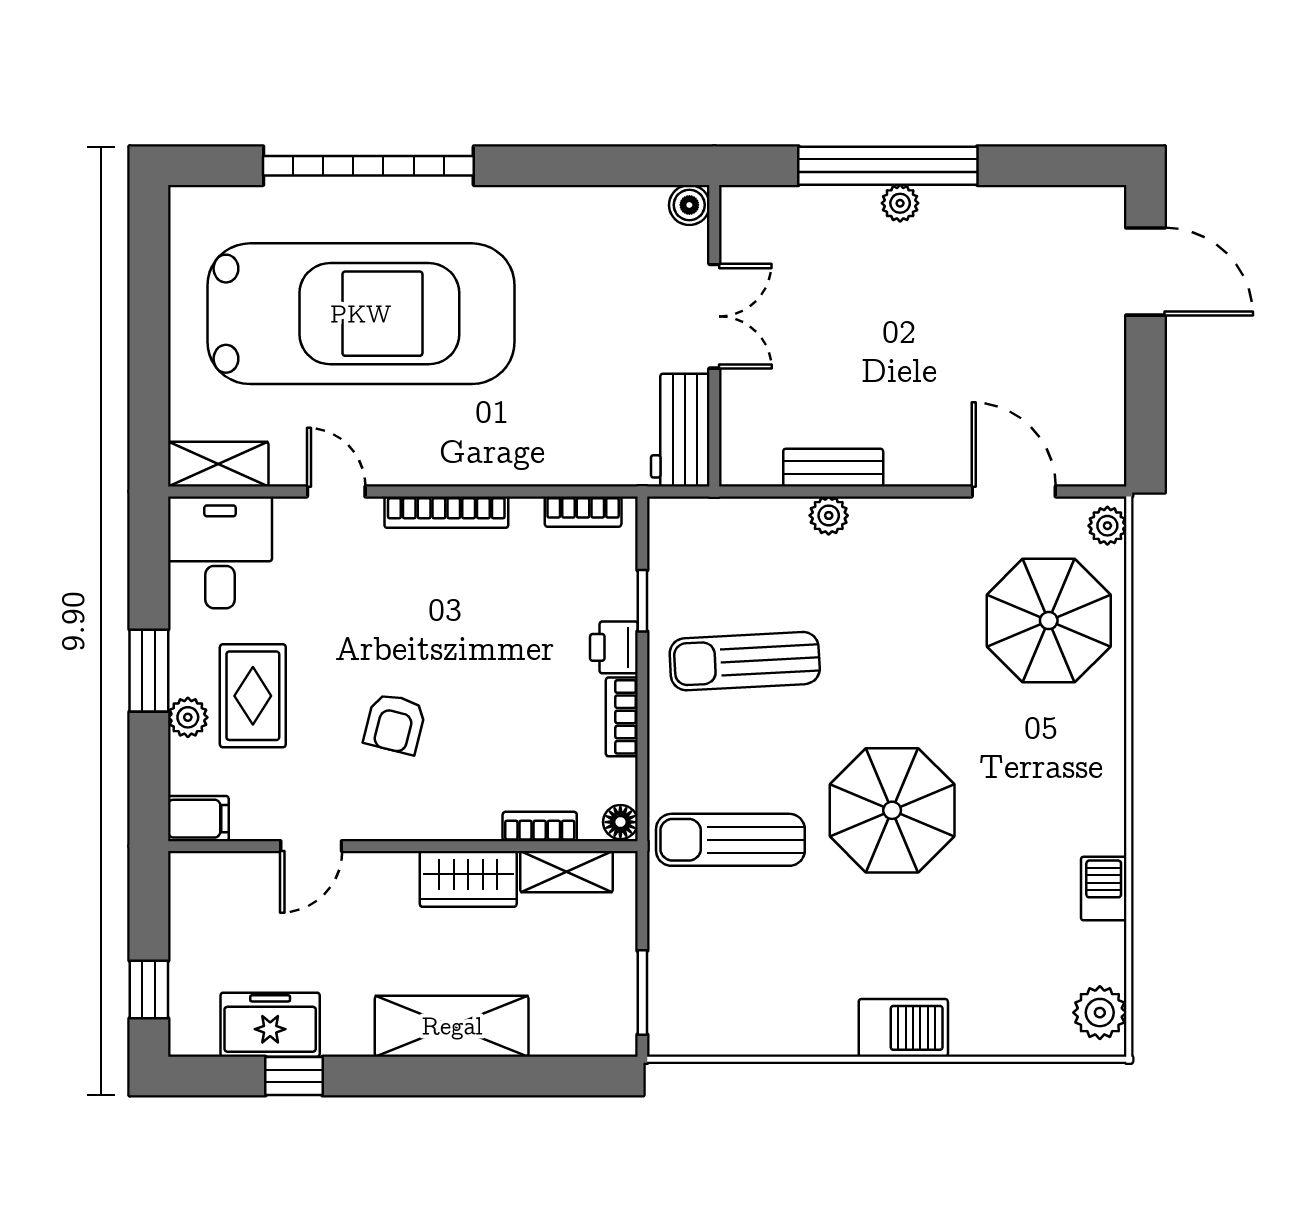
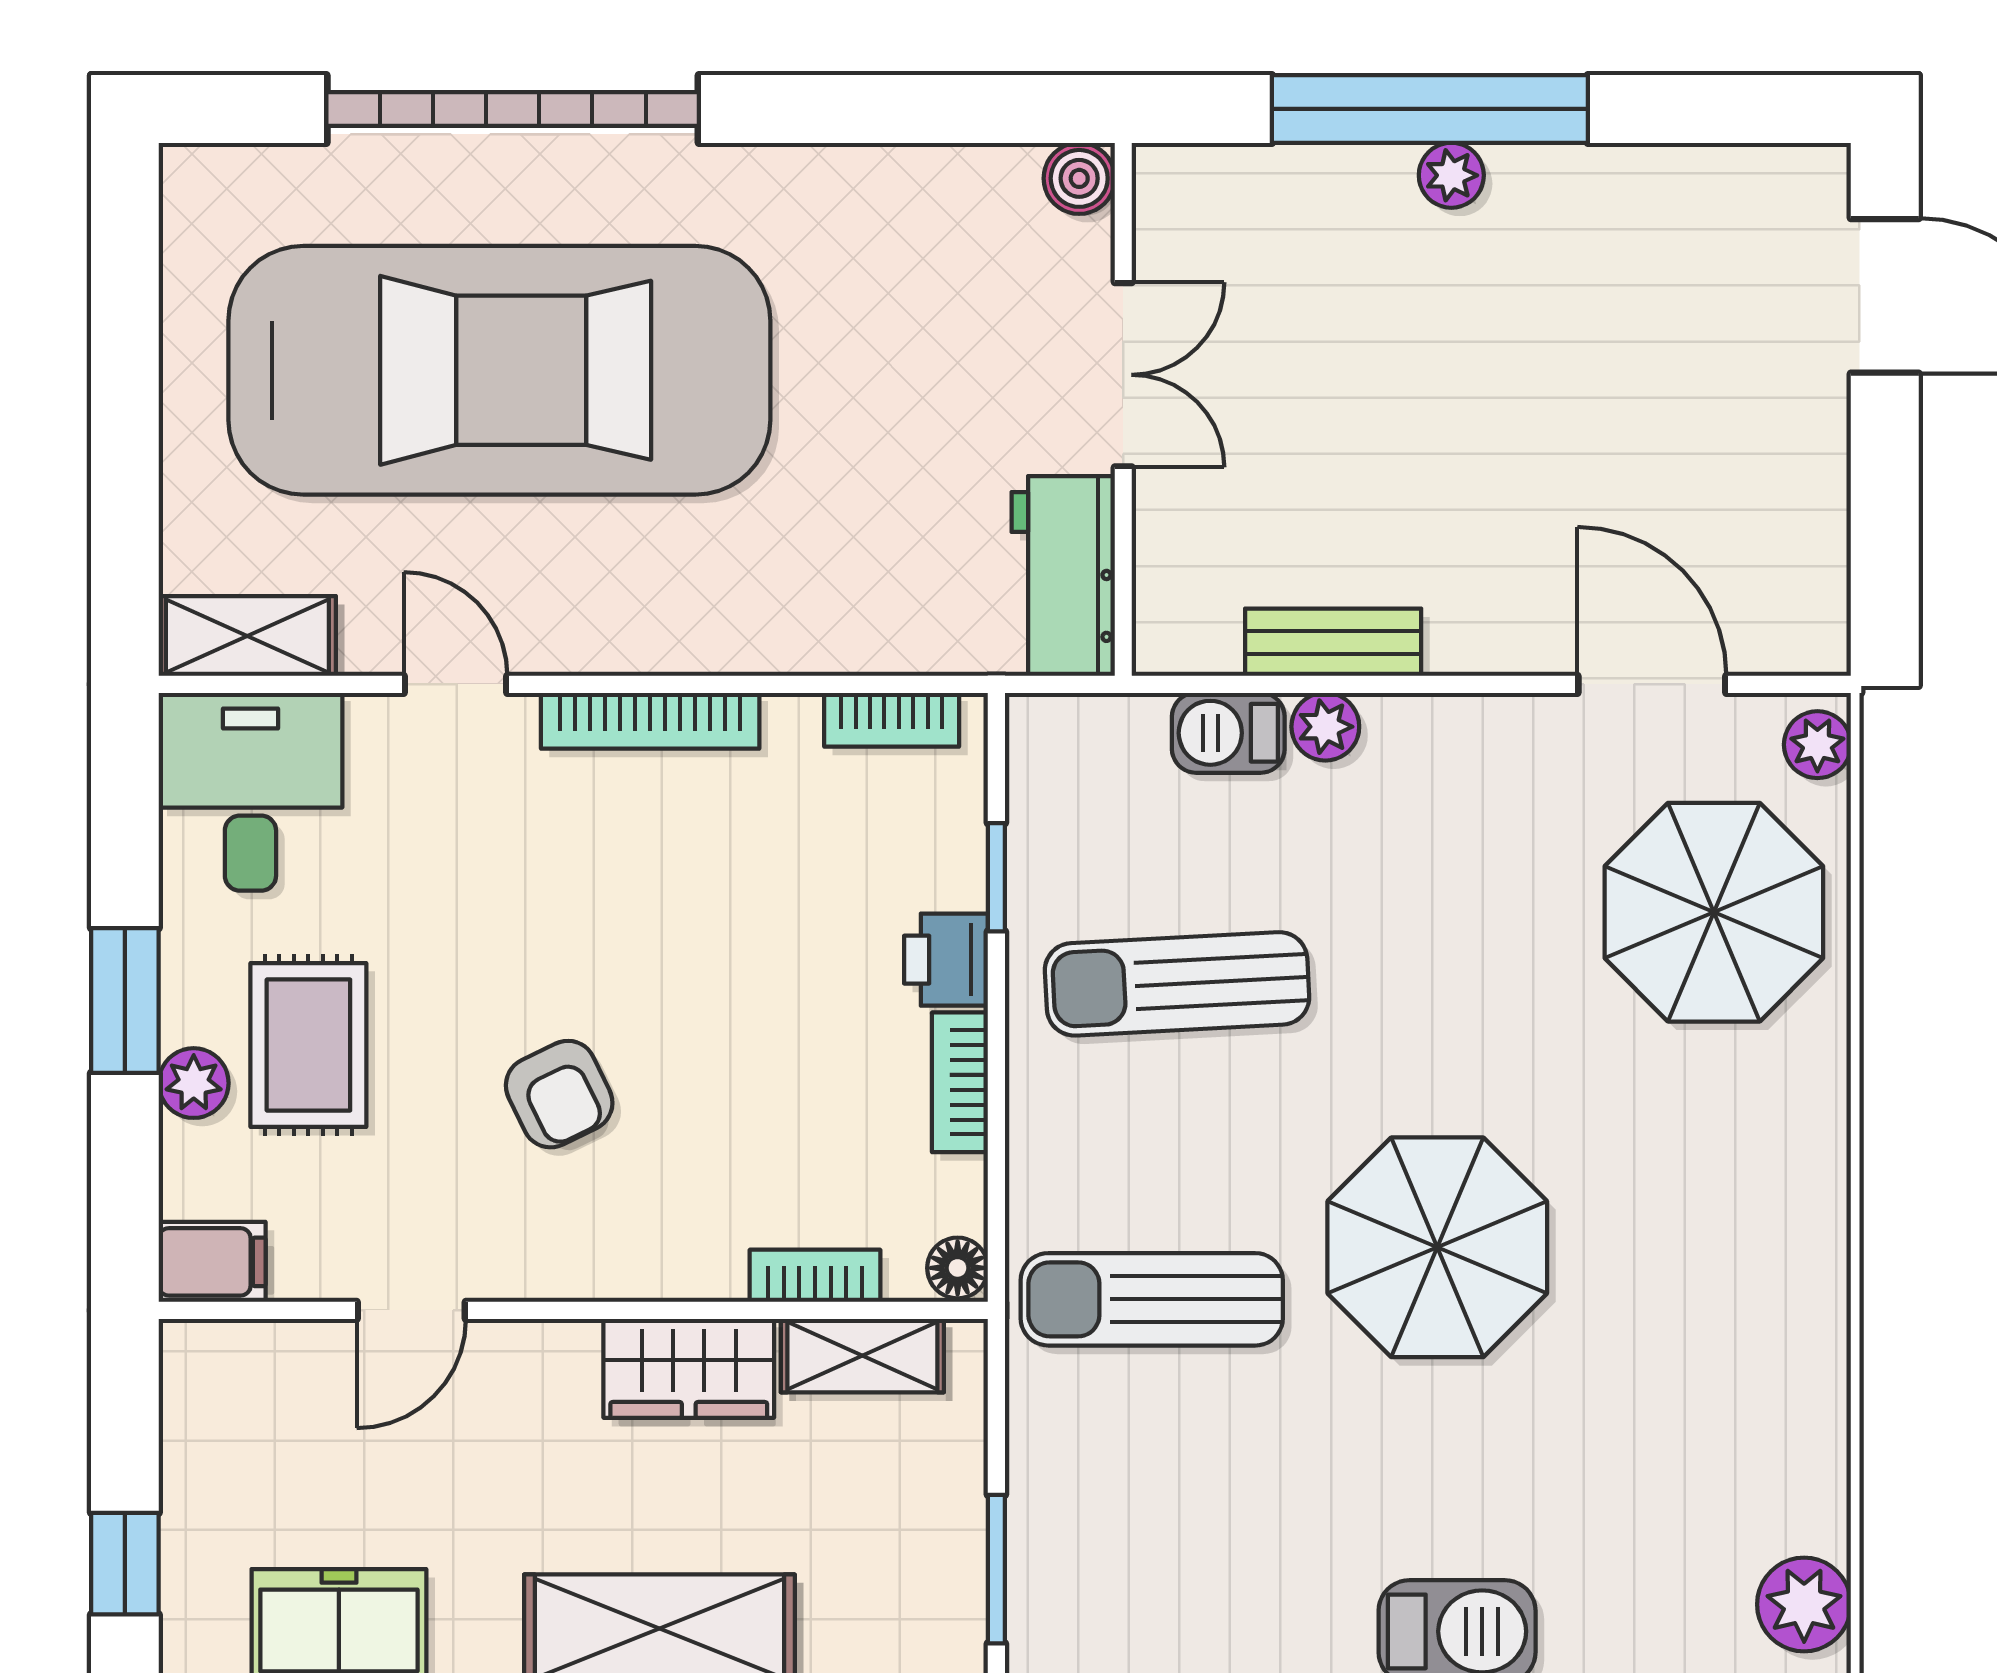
armchair: (395, 724) -> (559, 1094), turned -40
barbecue: (1104, 889) -> (1228, 733), moved, turned -90

